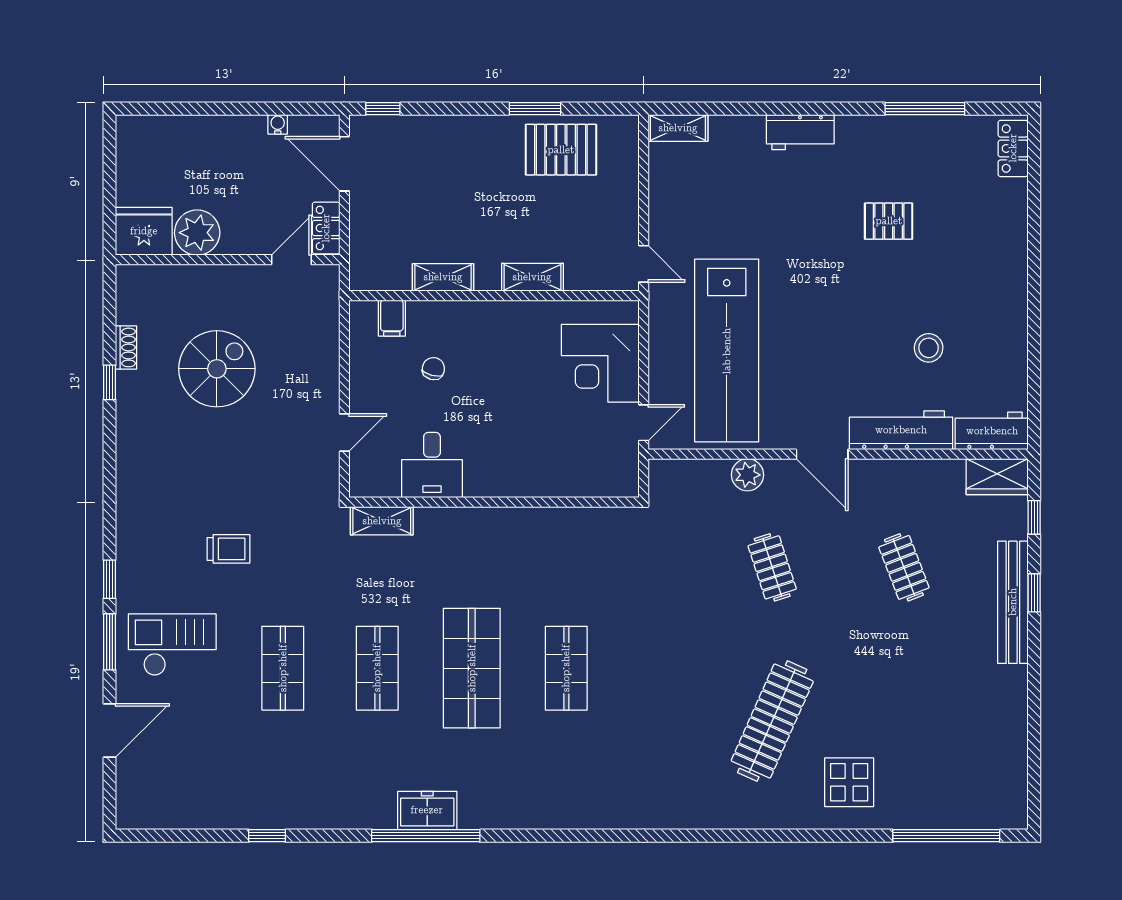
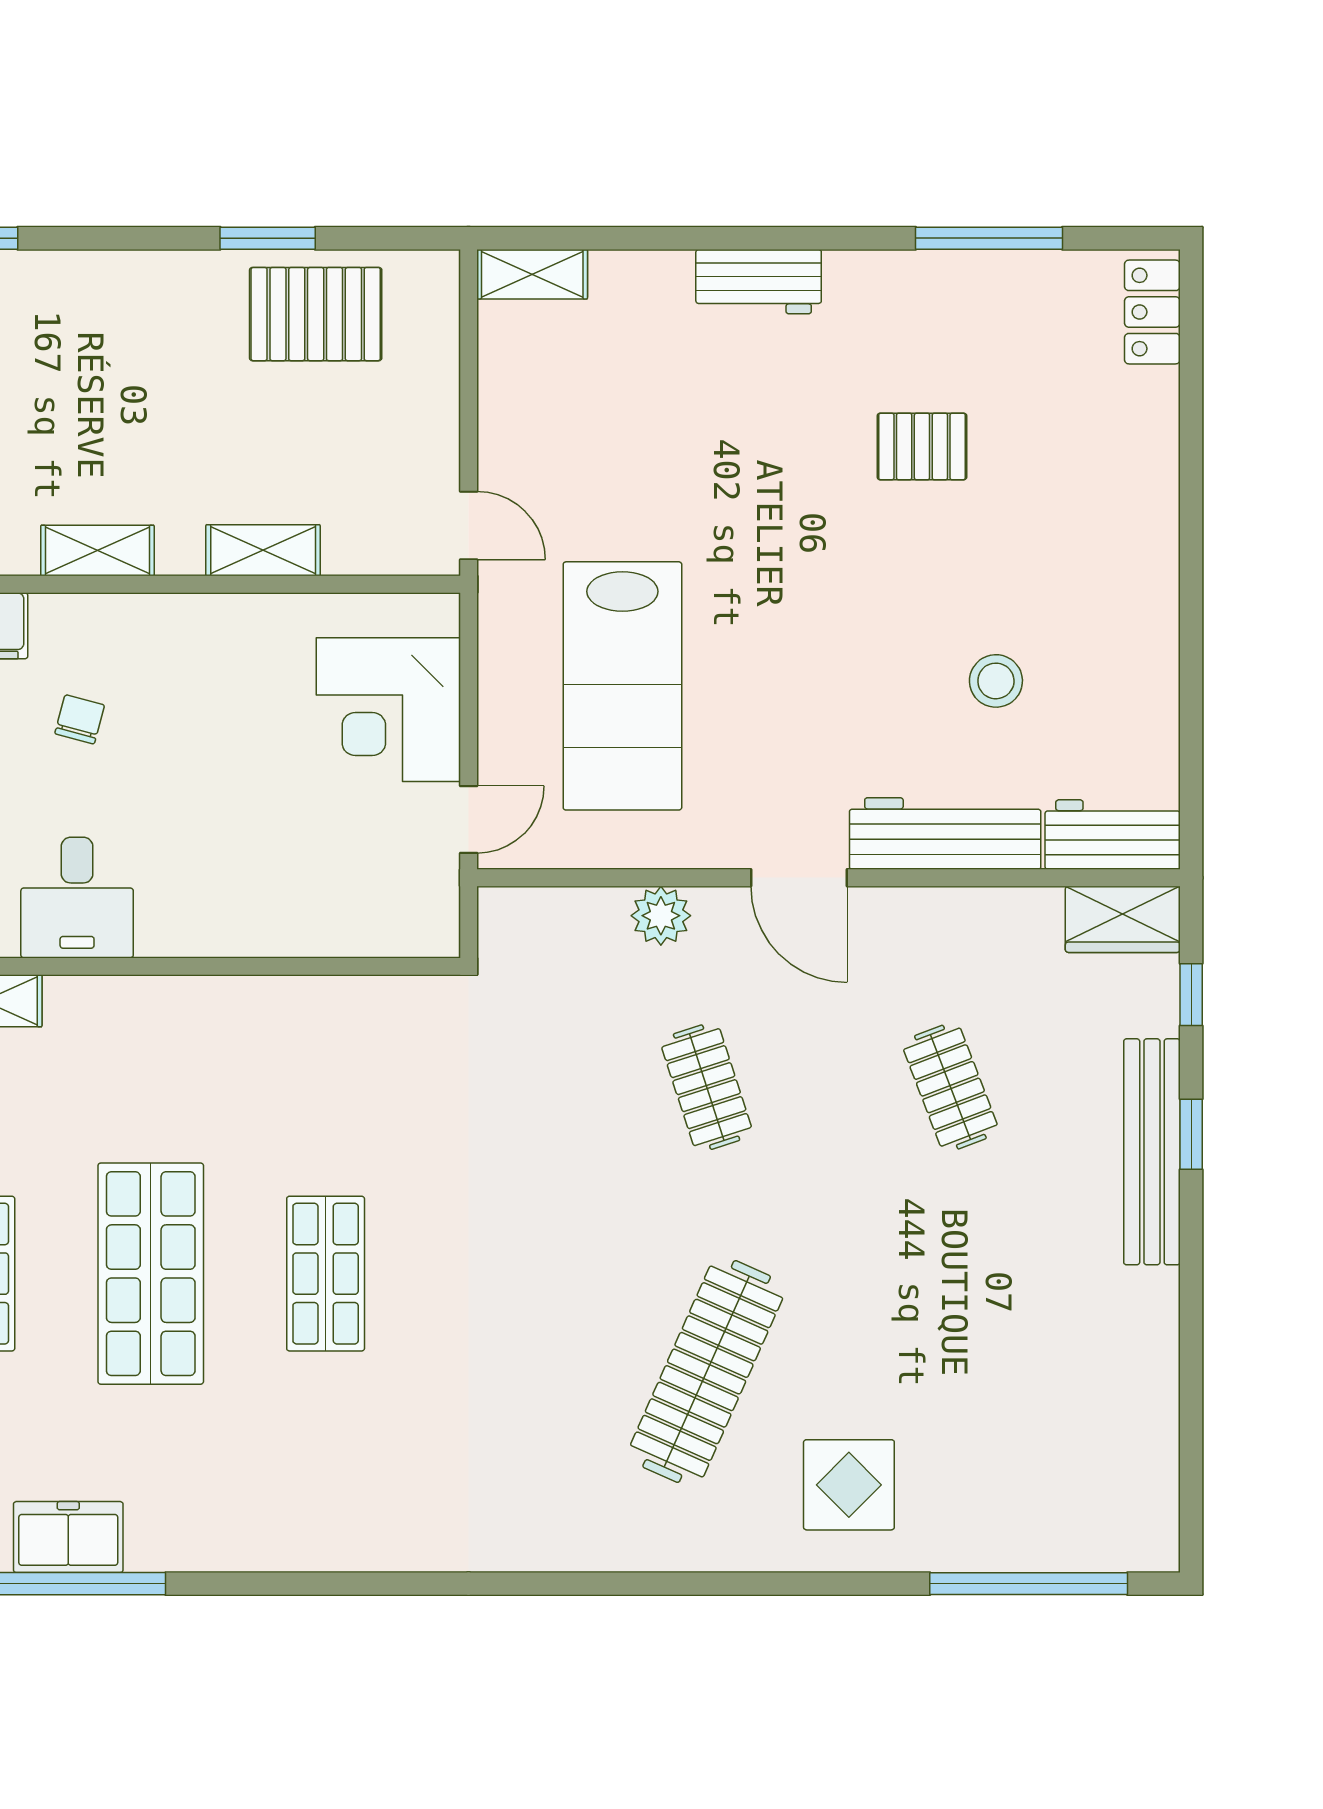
lab bench: (727, 351) -> (622, 686), width x0.73

